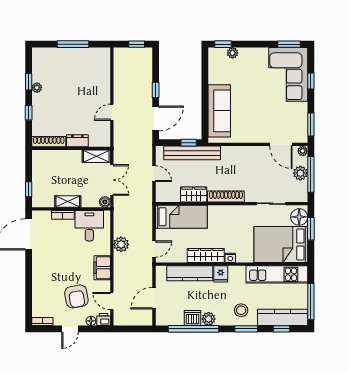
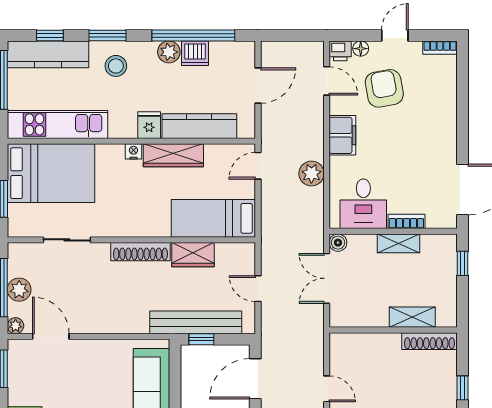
door: (112, 112) -> (327, 389), hinge flipped
dresser: (77, 141) -> (383, 342), removed
shelving: (96, 156) -> (412, 317), moved
floor lamp: (299, 217) -> (21, 218), removed

